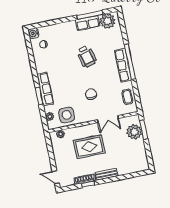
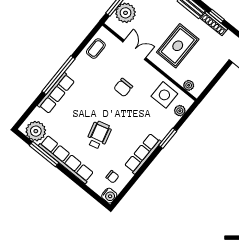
row of seats: (88, 23) -> (66, 159), width x2.02
wheelchair: (86, 56) -> (99, 135), moved
row of seats: (123, 65) -> (56, 93), moved
row of seats: (45, 89) -> (143, 154), moved
rug: (89, 147) -> (178, 46), turned 90

